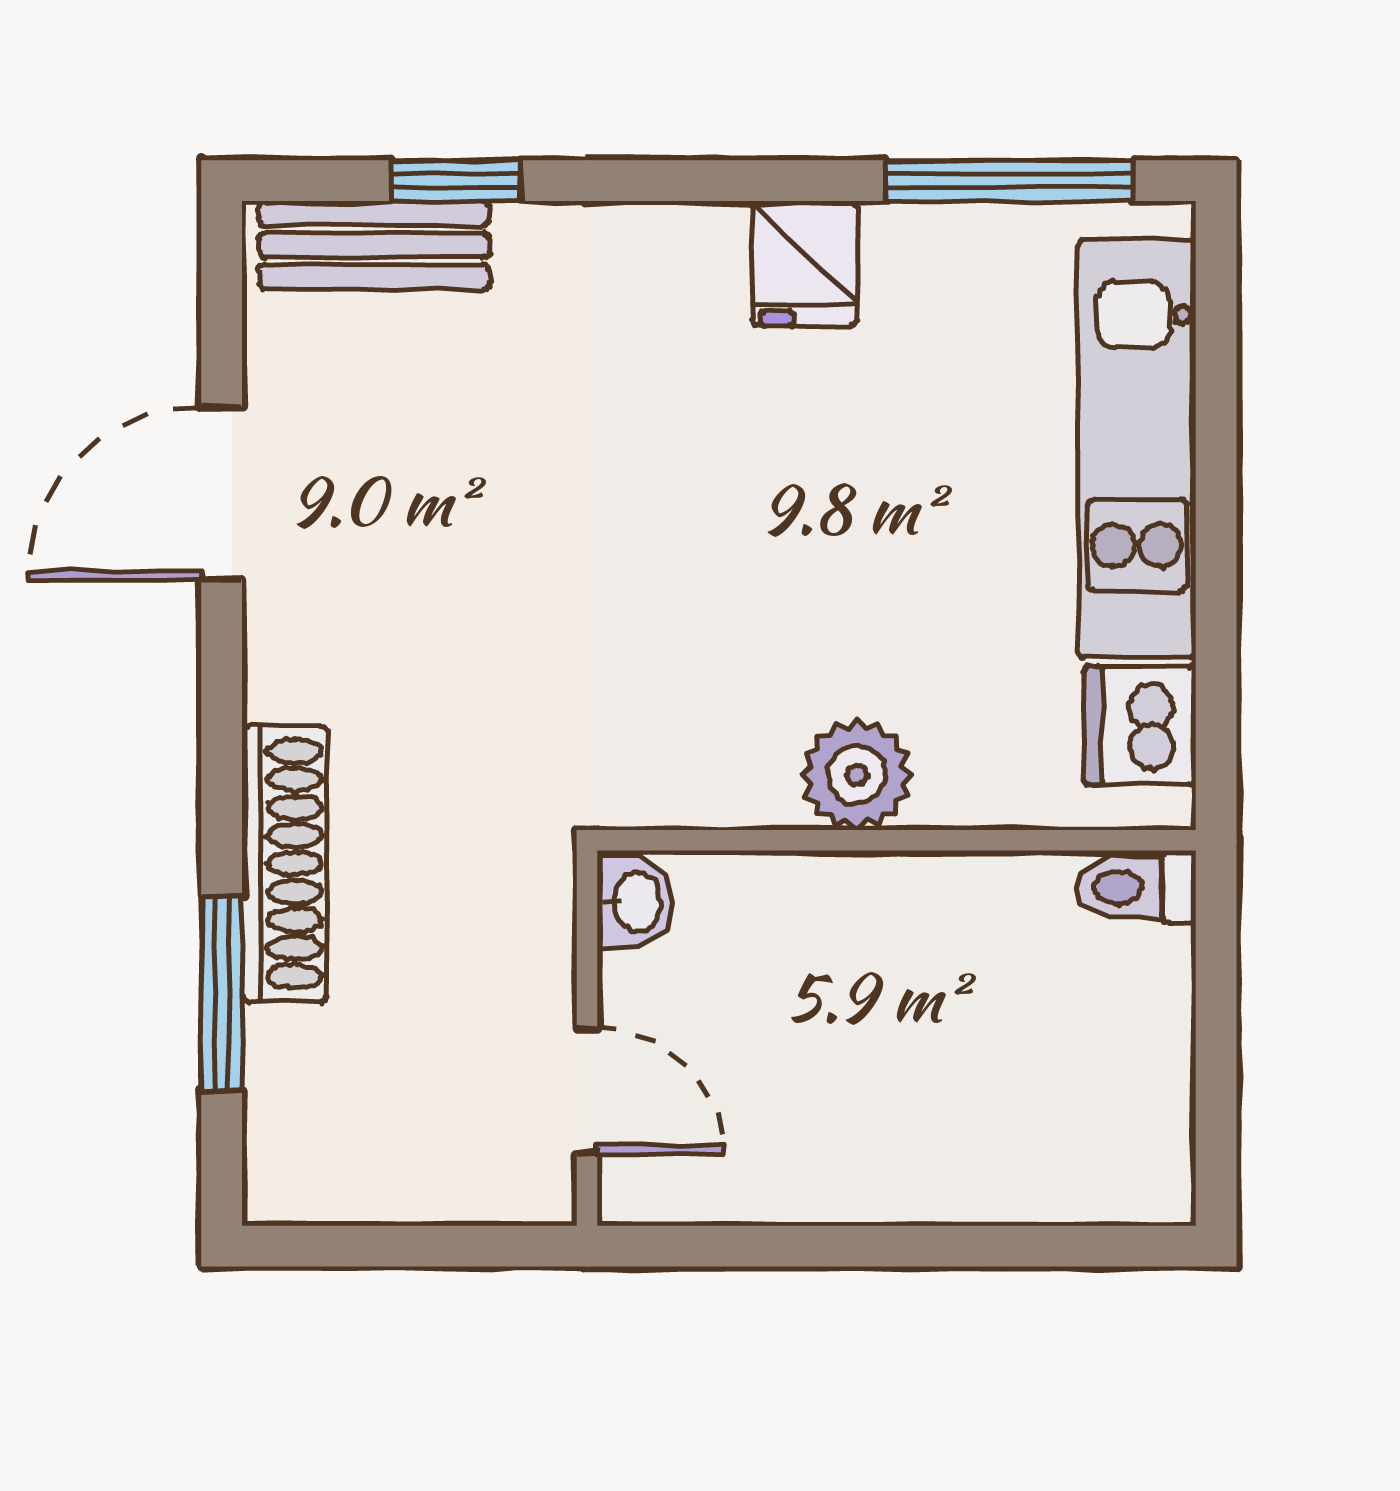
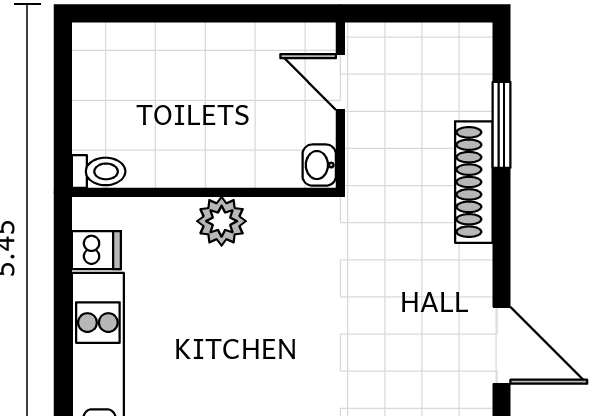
door: (222, 493) -> (502, 345), hinge flipped
dishwasher: (1140, 726) -> (96, 250), width x0.73

